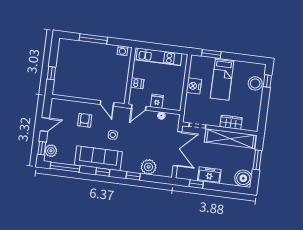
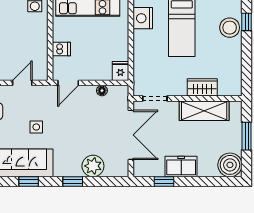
nightstand: (194, 86) -> (143, 18), moved
fridge: (157, 101) -> (120, 71), moved
door: (107, 103) -> (22, 83), swing flipped
shelving: (230, 139) -> (204, 111), width x0.68

